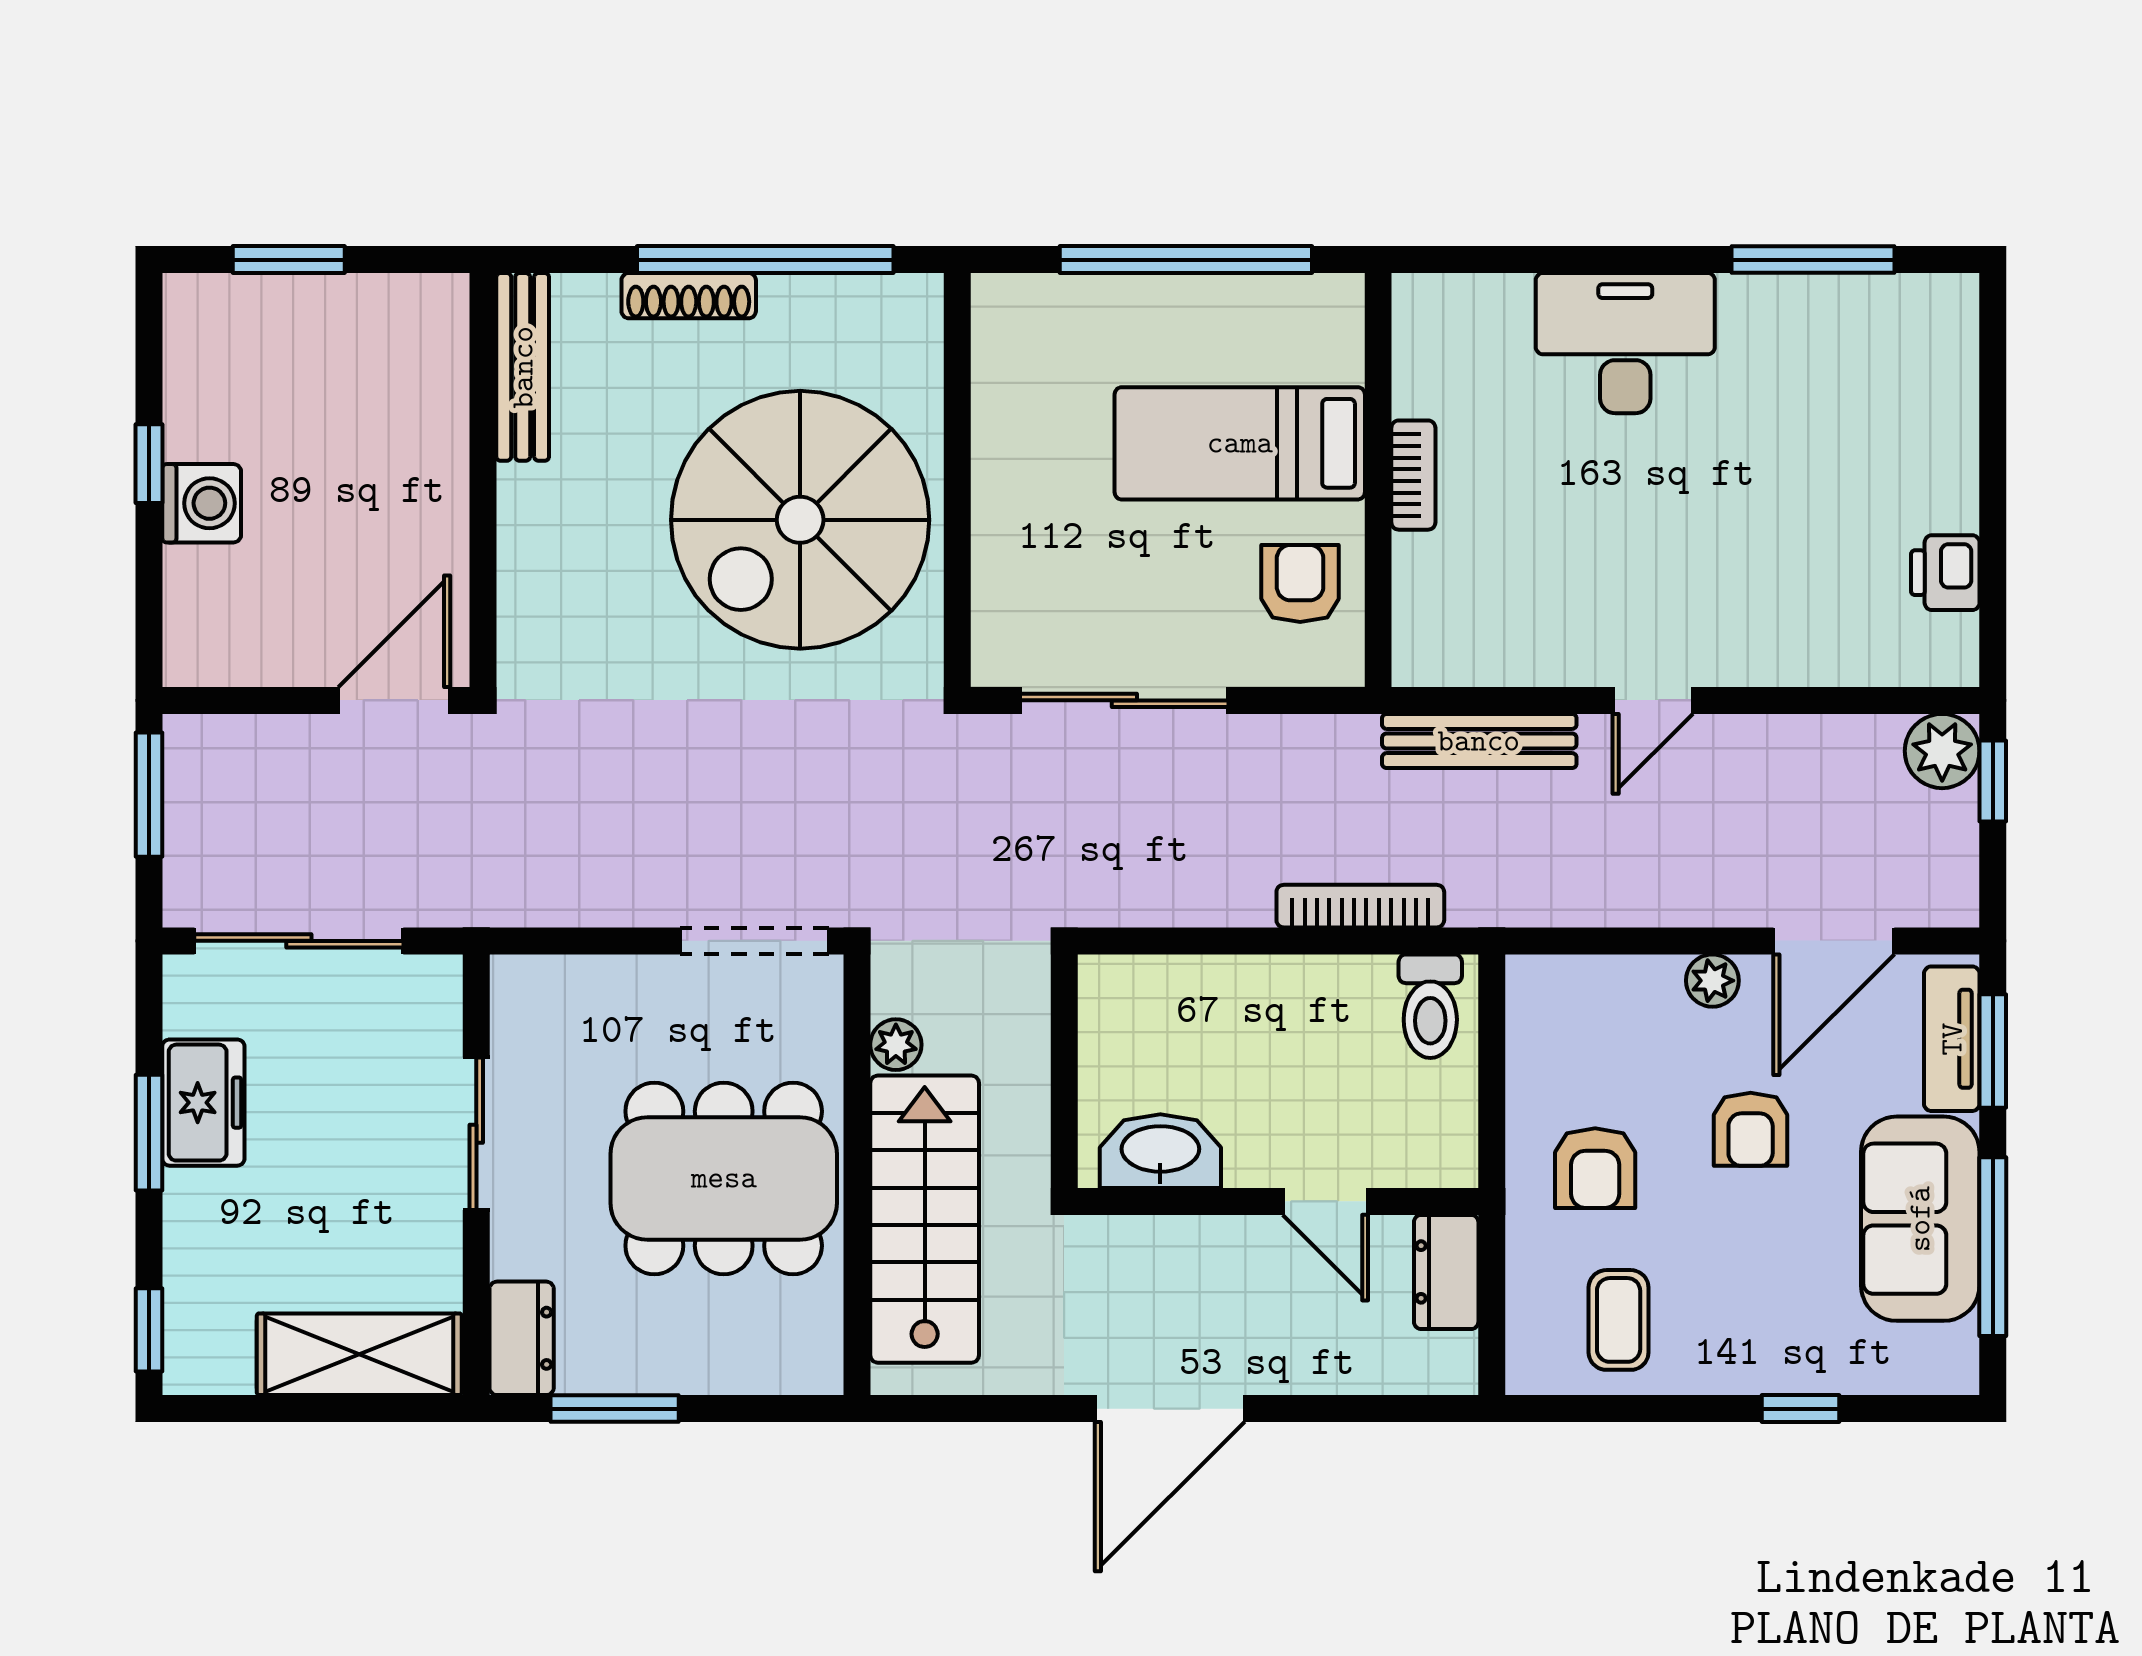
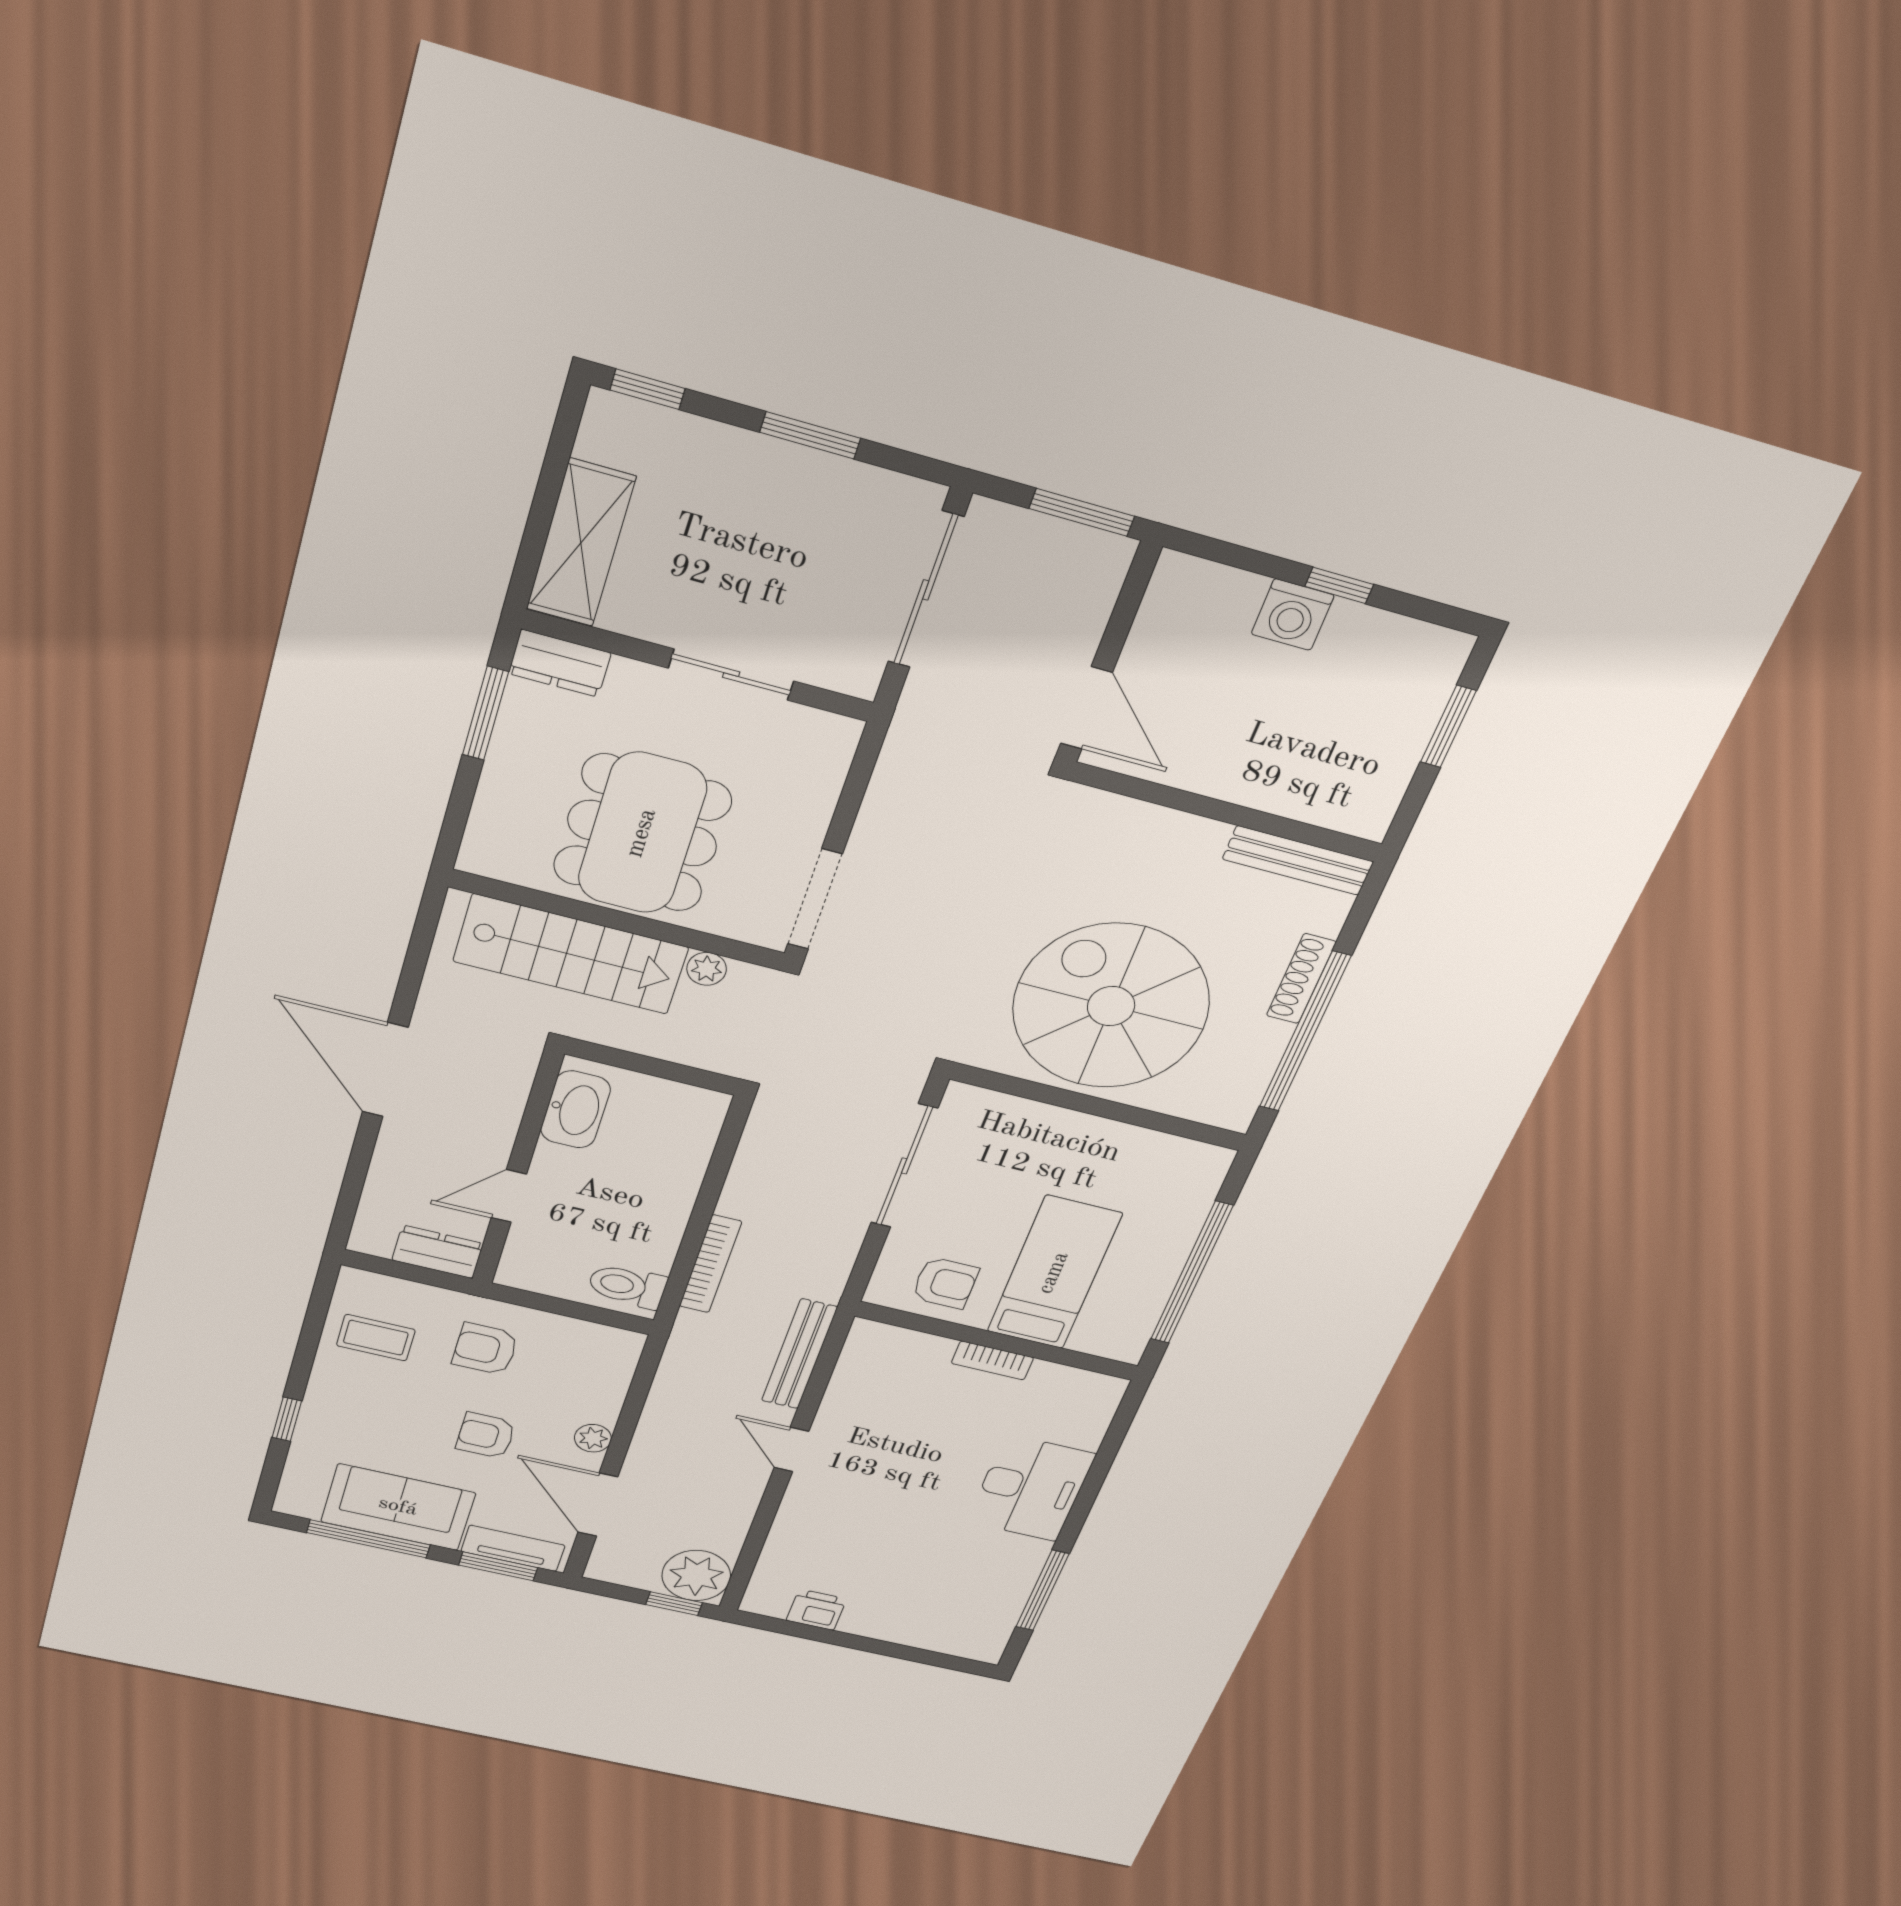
plant: (1942, 751) -> (696, 1575), width x1.36, depth x1.36
freezer: (203, 1103) -> (821, 484), removed

